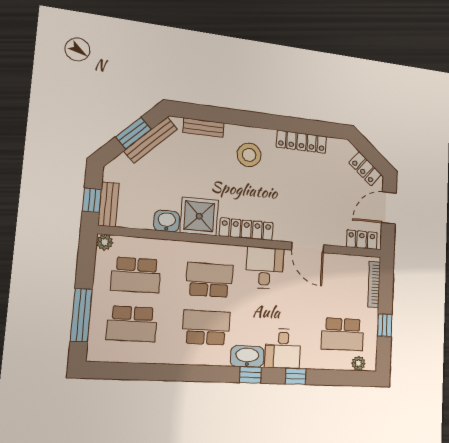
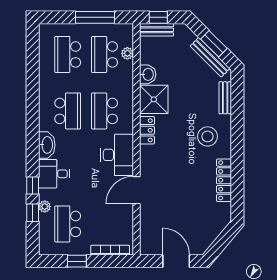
locker: (365, 169) -> (208, 238), removed
locker: (246, 229) -> (147, 130), width x0.66
locker: (362, 240) -> (147, 237), removed
plant: (105, 242) -> (127, 53), moved
desk: (265, 268) -> (117, 155), width x1.37
school desk: (209, 280) -> (105, 111), turned 180
window: (81, 315) -> (95, 17), moved
plant: (358, 363) -> (45, 207), moved
window: (250, 375) -> (33, 213), moved

